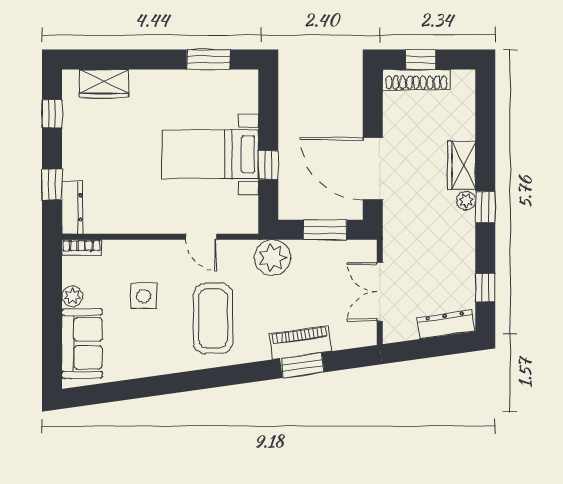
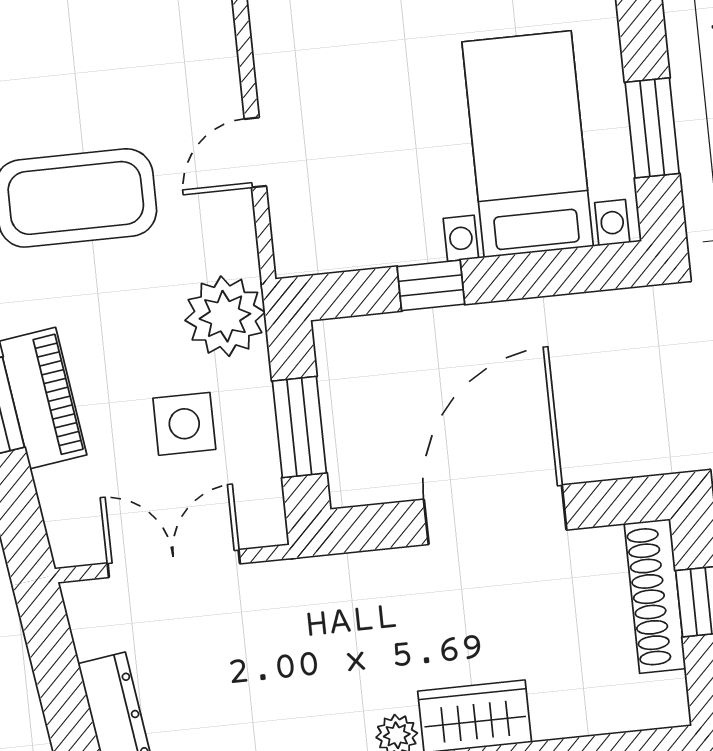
bed with nightstands: (210, 154) -> (528, 144), moved
door: (373, 169) -> (495, 515), moved
side table: (144, 296) -> (184, 424), moved

